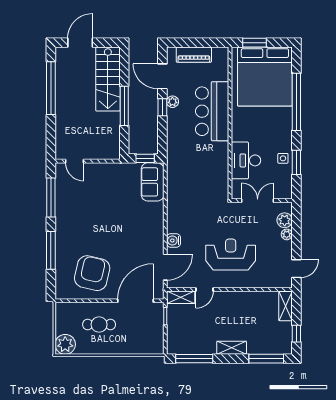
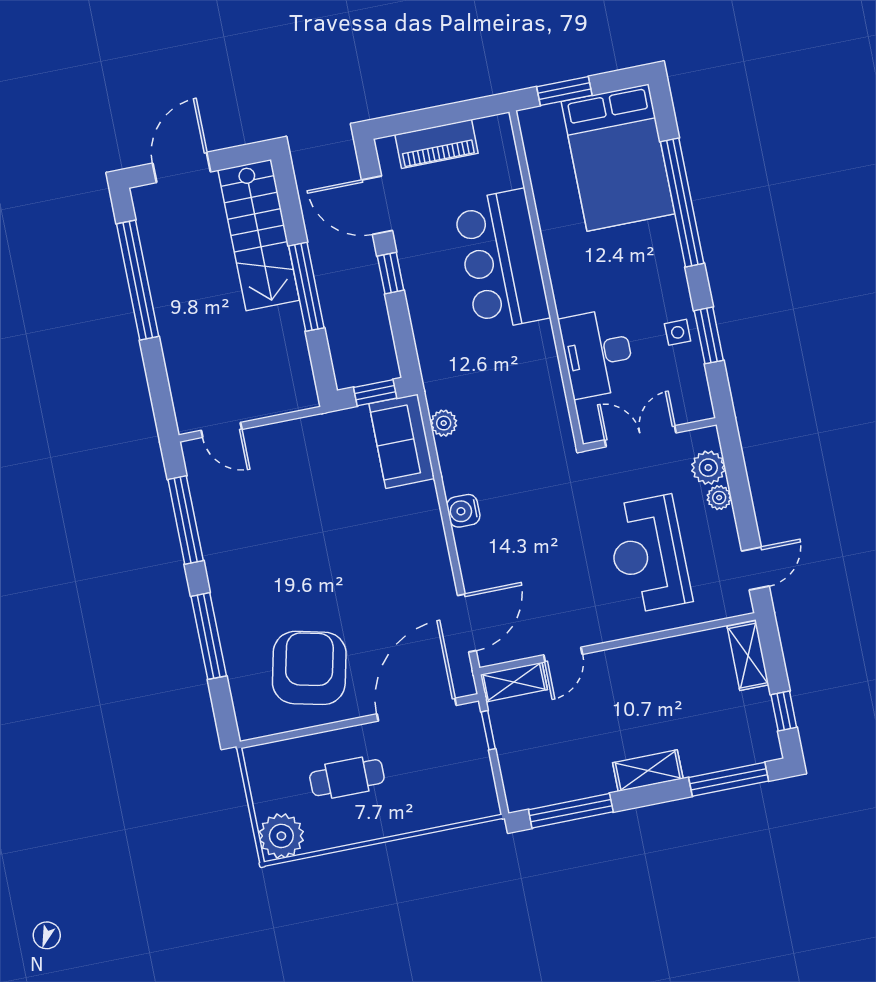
bed: (265, 77) -> (618, 158), width x0.73
plant: (172, 102) -> (444, 423), moved
water cooler: (173, 240) -> (463, 511), moved
reception desk: (231, 255) -> (649, 554), moved, turned -90

